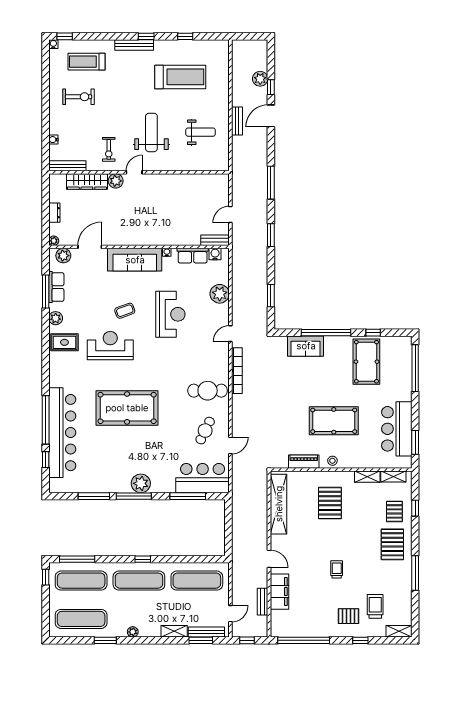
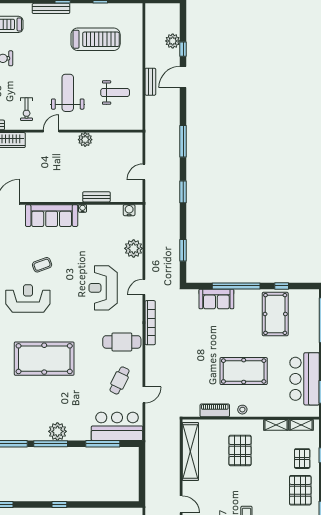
plant: (116, 181) -> (85, 140), moved
bench: (215, 240) -> (96, 197), moved
row of seats: (193, 256) -> (108, 212), removed
reception desk: (170, 314) -> (103, 288), moved, turned 180

